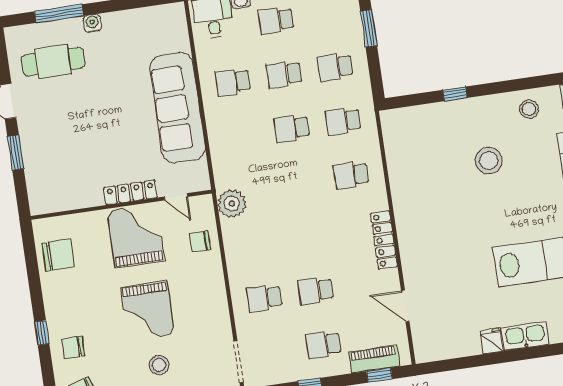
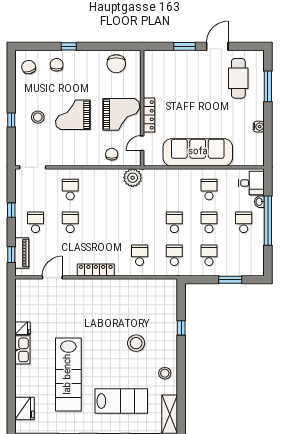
water cooler: (92, 23) -> (259, 127), moved

